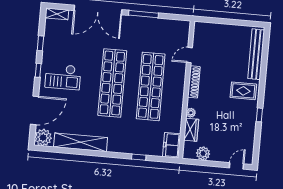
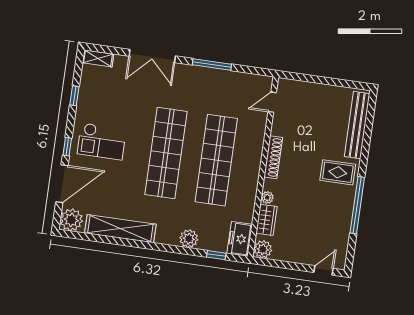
double door: (98, 10) -> (152, 56), width x0.73
door: (189, 55) -> (272, 102), moved
window: (38, 70) -> (67, 147), moved
window: (259, 115) -> (357, 205), width x3.17
plant: (133, 147) -> (189, 239), added
plant: (203, 153) -> (263, 249), moved
window: (139, 157) -> (216, 255), moved

